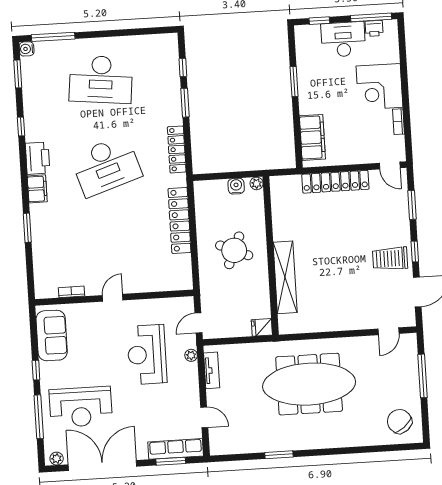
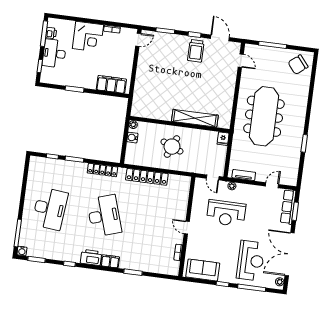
locker: (335, 182) -> (142, 75), removed

